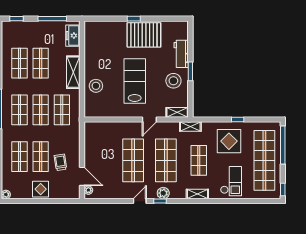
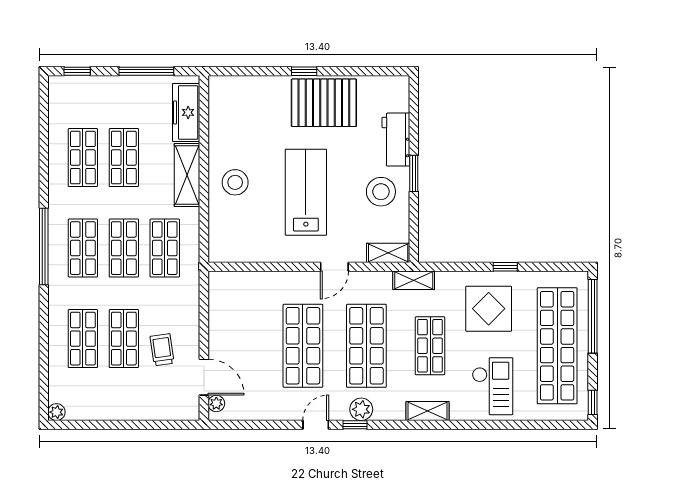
freezer: (73, 36) -> (186, 112), width x1.40
stool: (96, 86) -> (235, 182), moved
display table: (41, 189) -> (124, 402), removed

